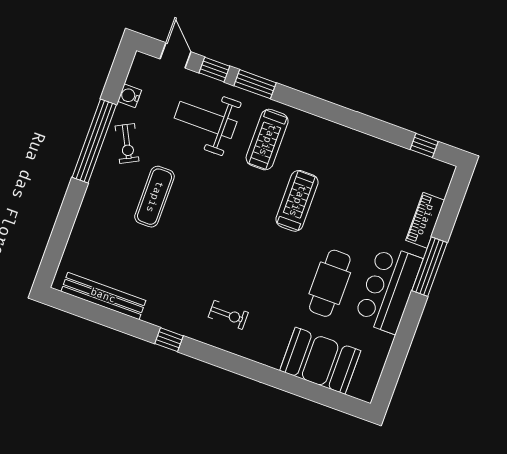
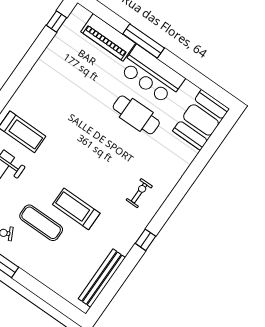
treadmill: (297, 201) -> (76, 209), moved
piano: (425, 220) -> (108, 37), width x1.37, depth x1.33
booth: (320, 361) -> (201, 120), moved

